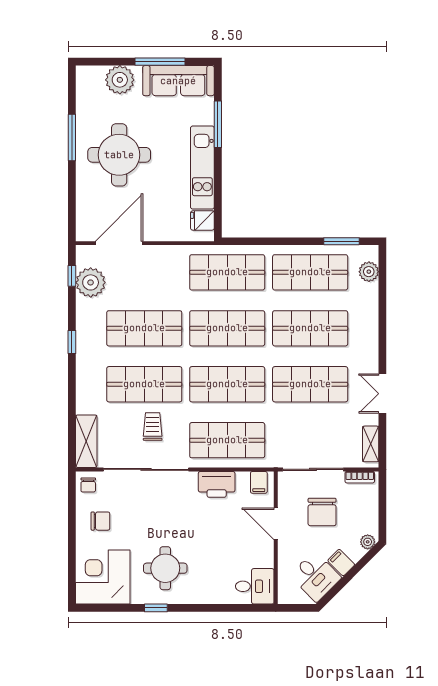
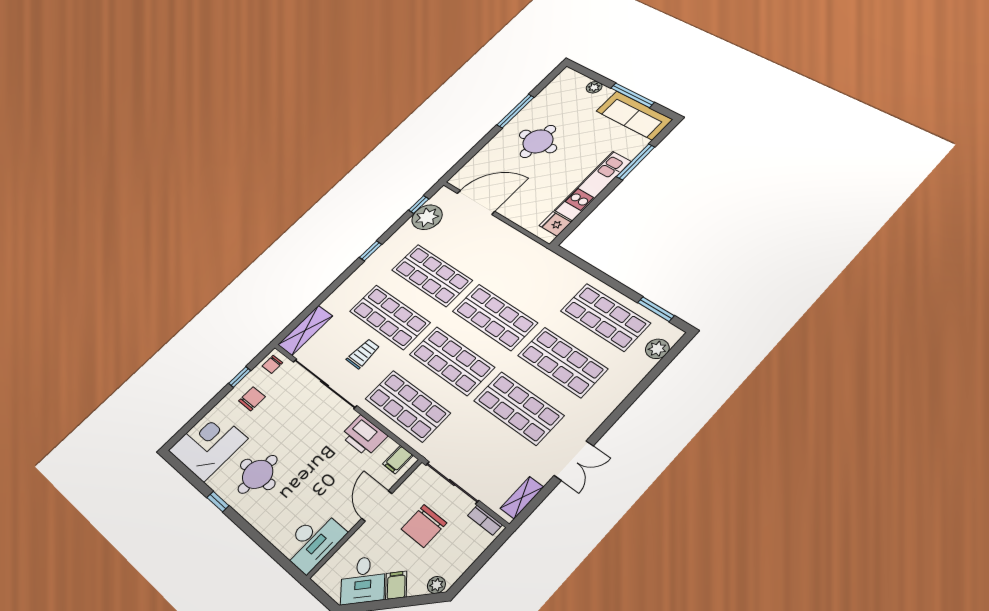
plant: (120, 80) -> (594, 87), width x0.53, depth x0.53
round table: (119, 155) -> (538, 141), width x0.73, depth x0.73
shop shelf: (227, 272) -> (537, 274), removed
double door: (382, 394) -> (574, 461), swing flipped
window: (72, 513) -> (240, 377), added
chair: (100, 521) -> (252, 399), turned -90
desk: (255, 586) -> (313, 541), width x1.37

